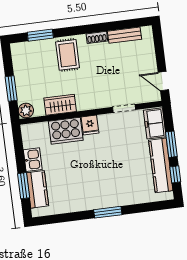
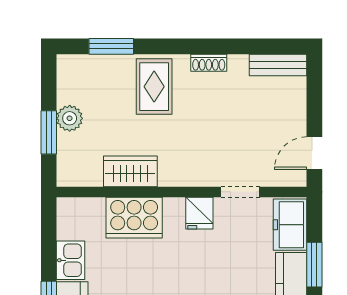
bench: (125, 35) -> (278, 65), moved
door: (163, 81) -> (314, 153), hinge flipped
plant: (26, 111) -> (70, 118), moved
fridge: (90, 125) -> (199, 213), moved

